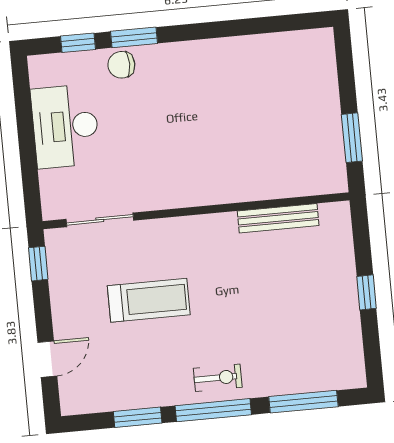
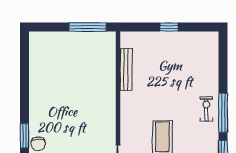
window: (352, 138) -> (88, 27), width x1.44
window: (303, 402) -> (223, 65), removed

